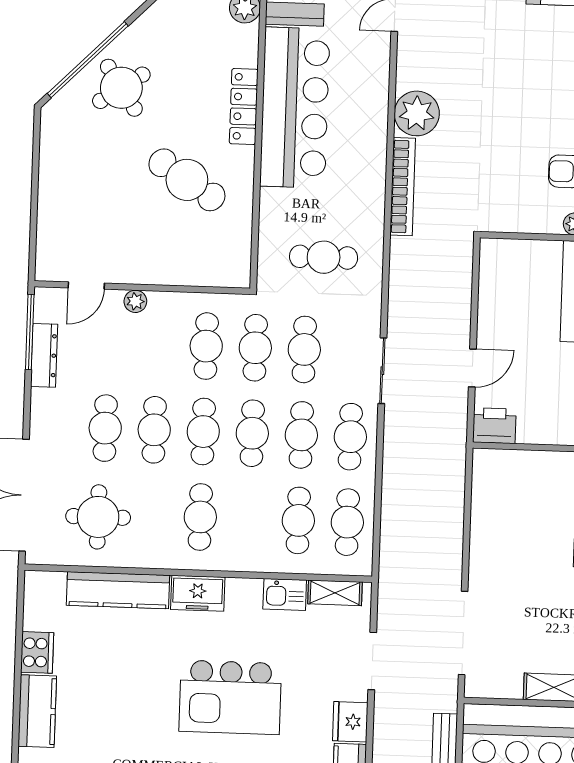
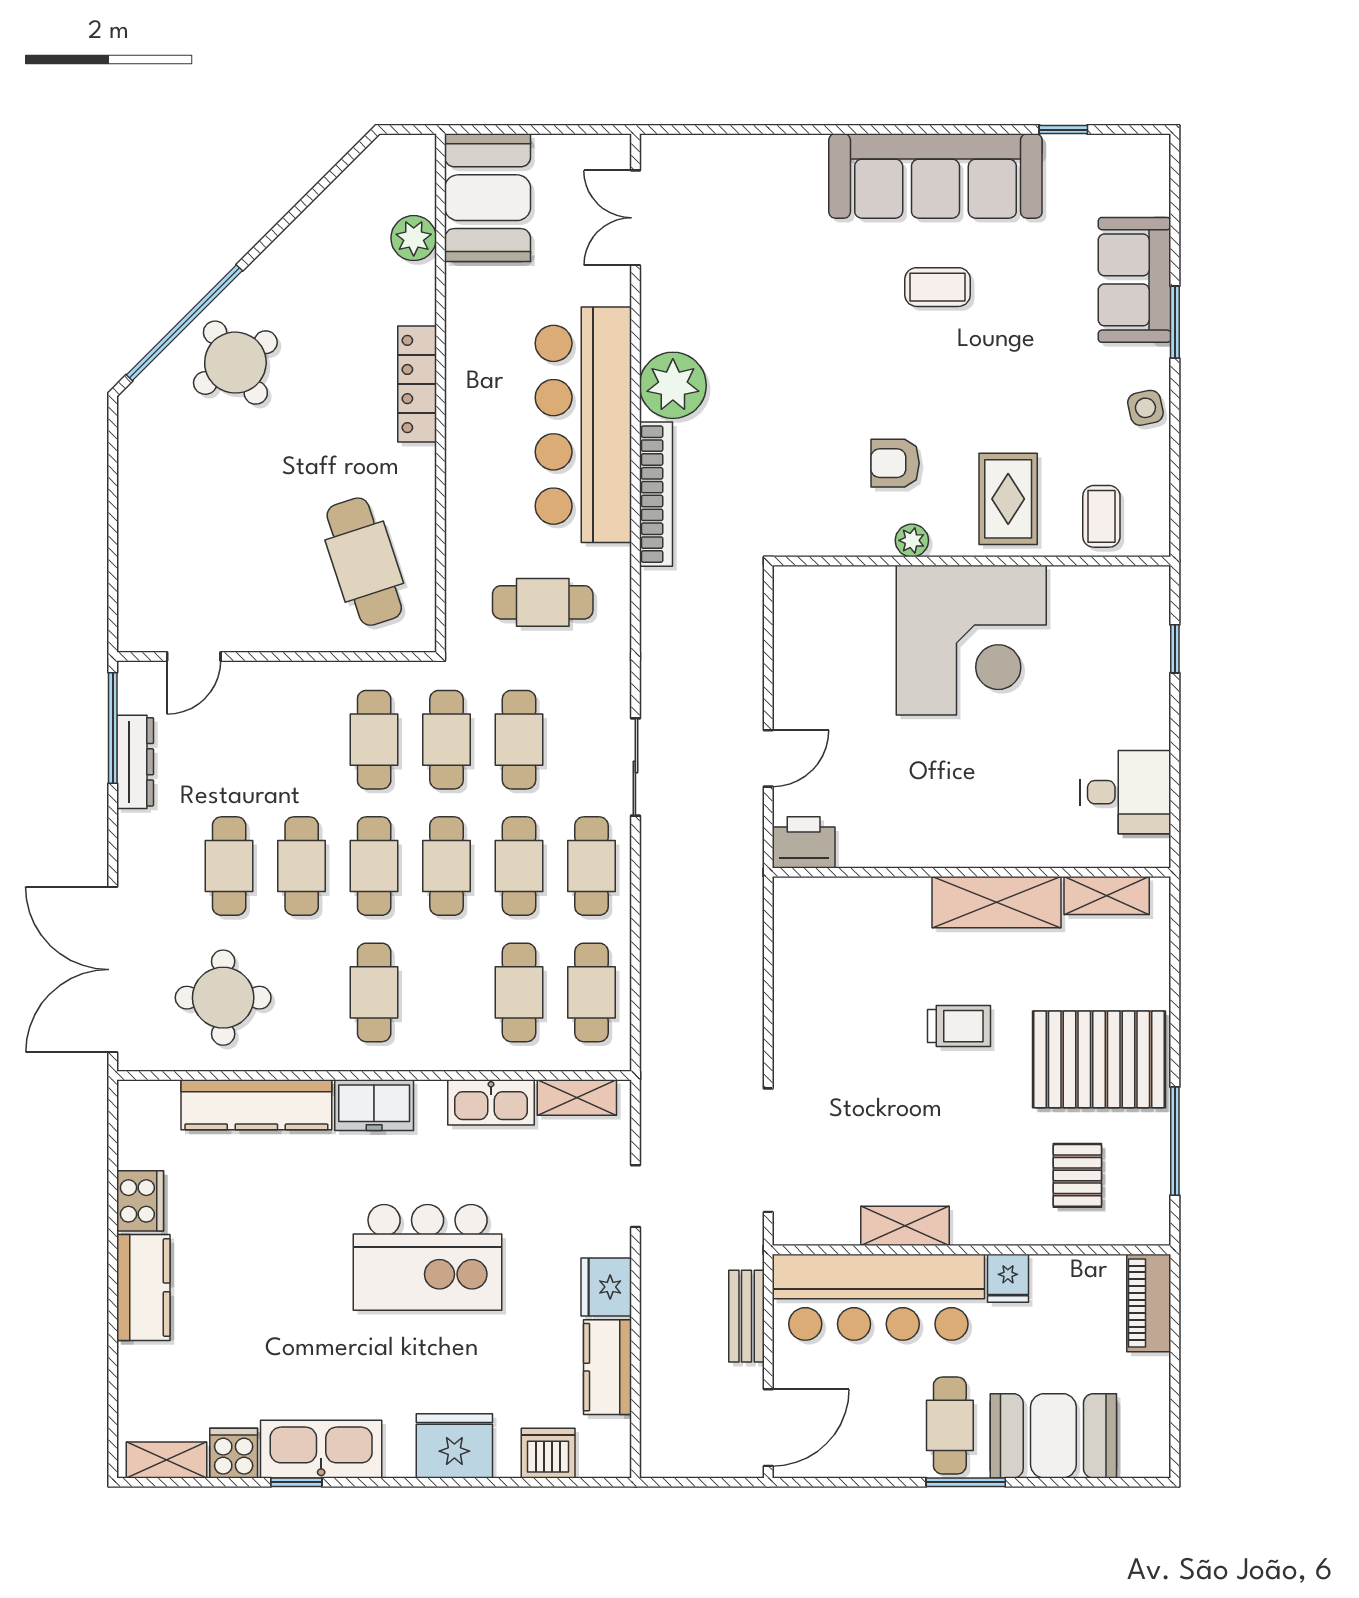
bar counter: (295, 108) -> (583, 425), moved, turned 180
cafe table: (187, 180) -> (364, 562), moved, turned 39
plant: (135, 301) -> (267, 677), removed
kitchen sink: (285, 594) -> (491, 1102), width x1.38
doorway: (372, 661) -> (635, 1196), width x0.73

